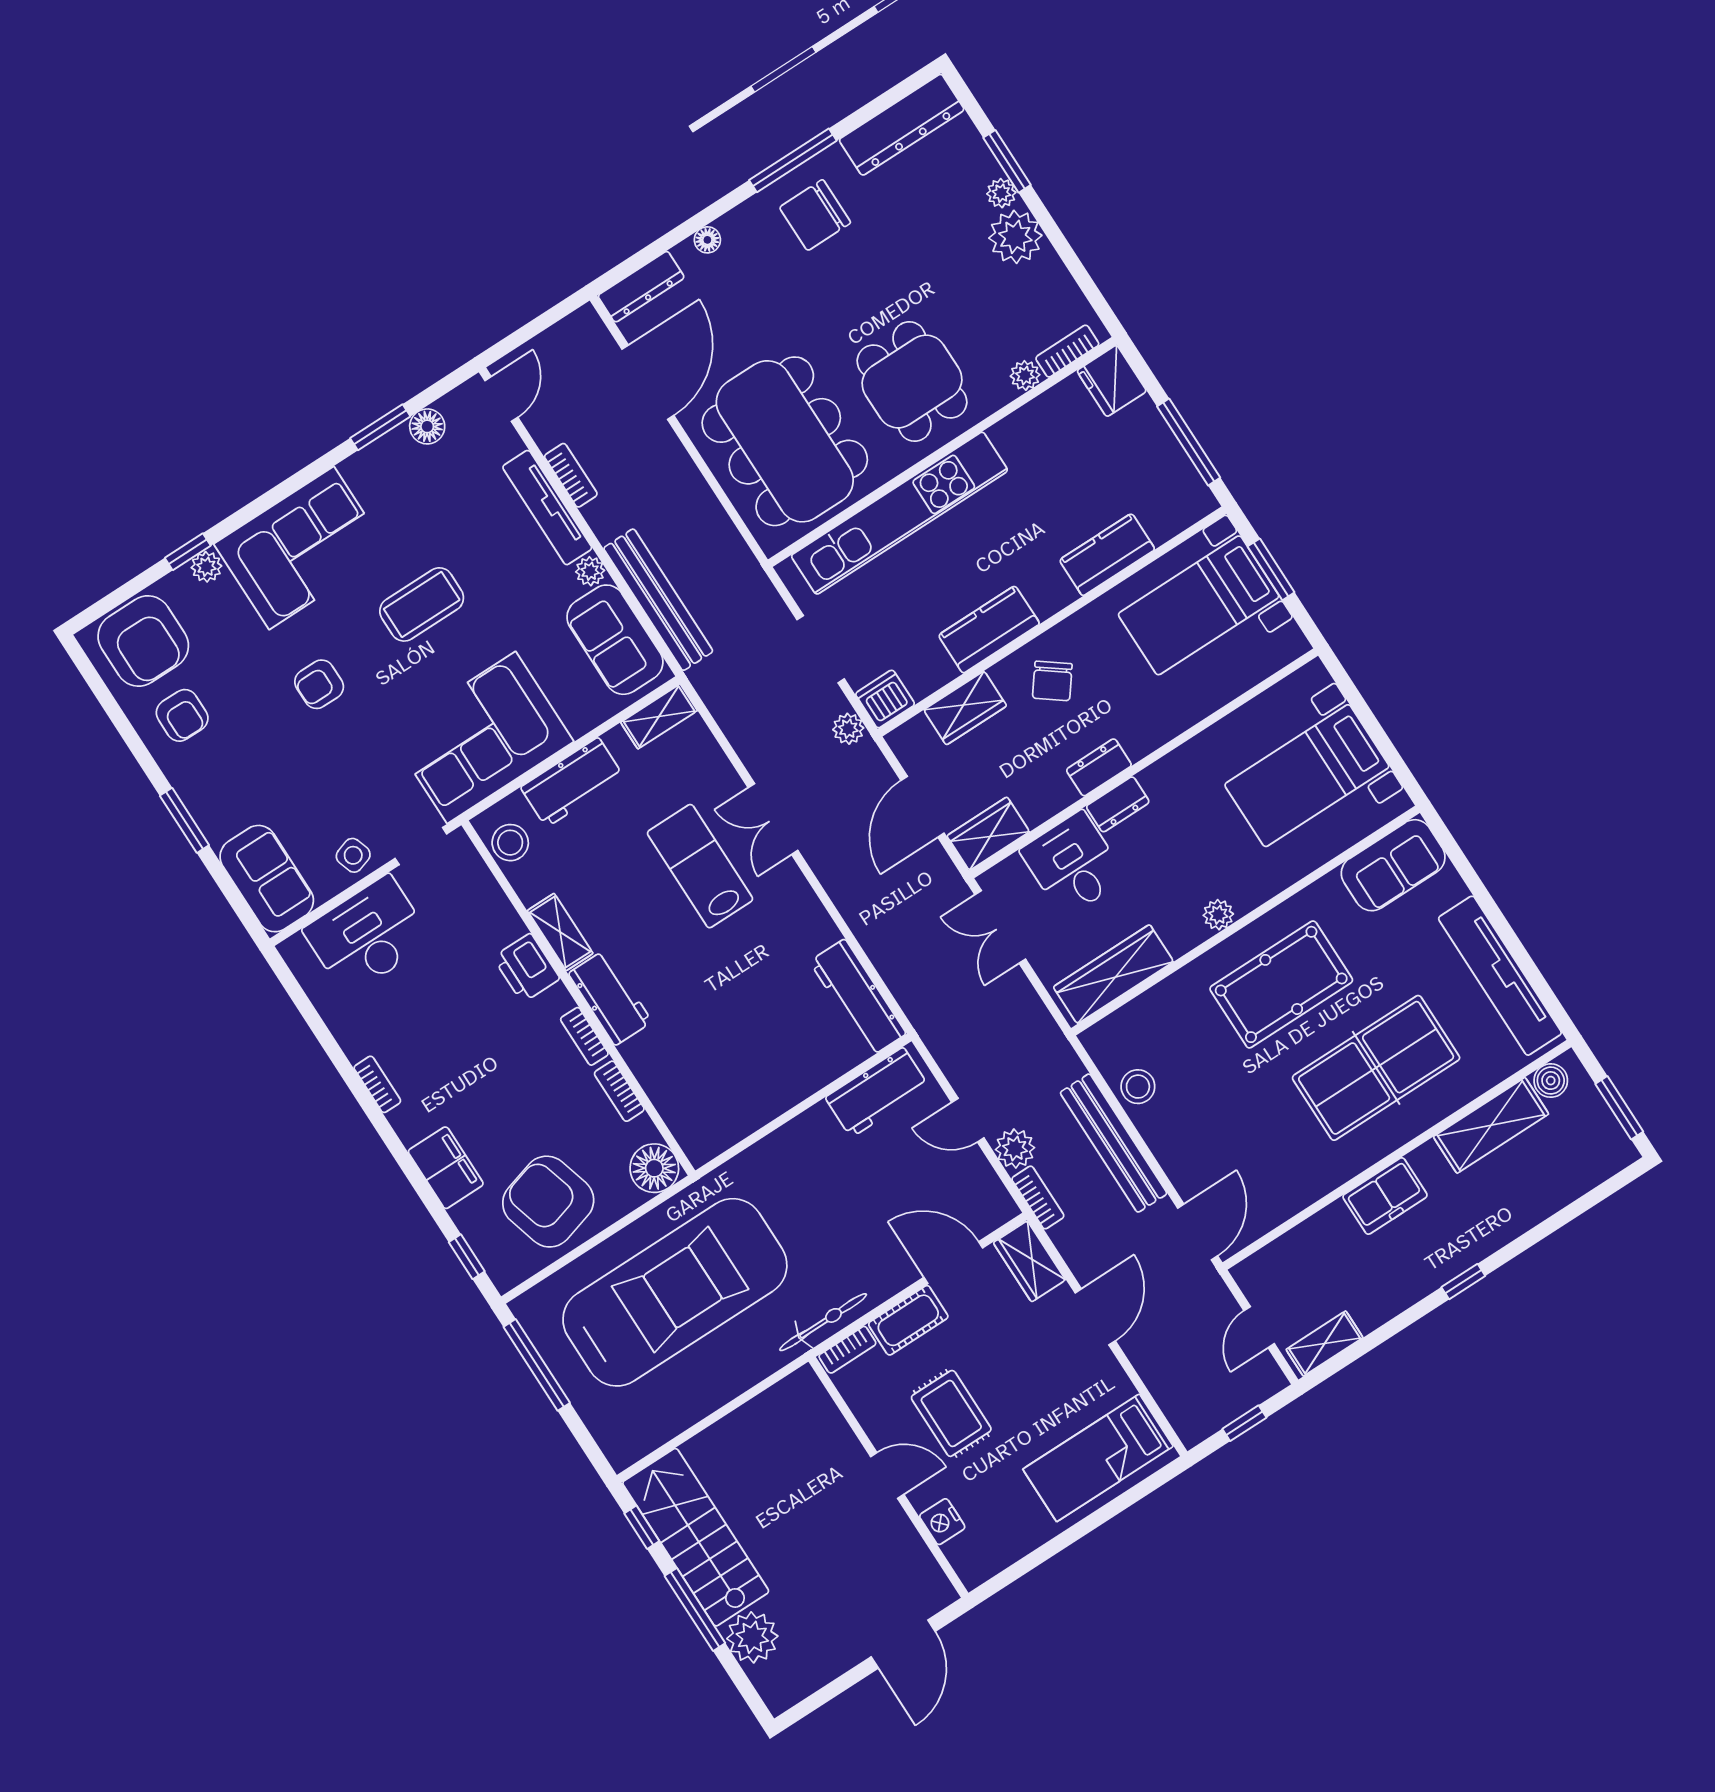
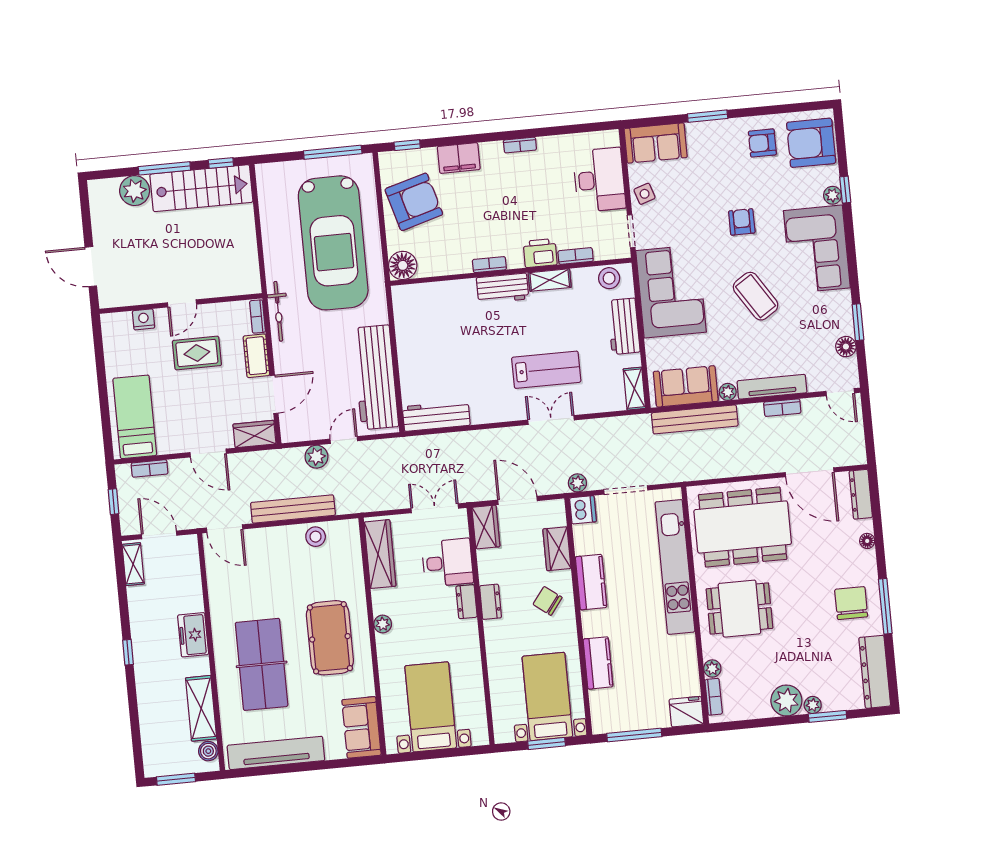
coffee table: (422, 604) -> (756, 296), turned -33
bookcase: (619, 1091) -> (576, 256), moved
workbench: (877, 1092) -> (375, 377), width x1.88, depth x1.32
bookcase: (1038, 1197) -> (150, 468), moved
door: (1259, 1327) -> (159, 535), width x1.38

